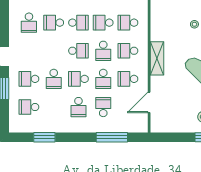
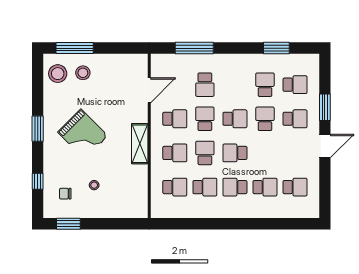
school desk: (29, 23) -> (295, 187), turned 90
school desk: (78, 107) -> (265, 85), moved

